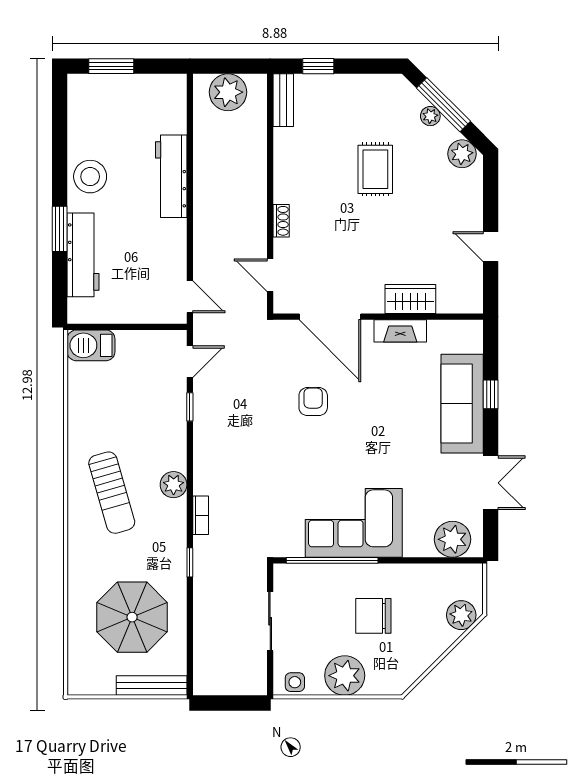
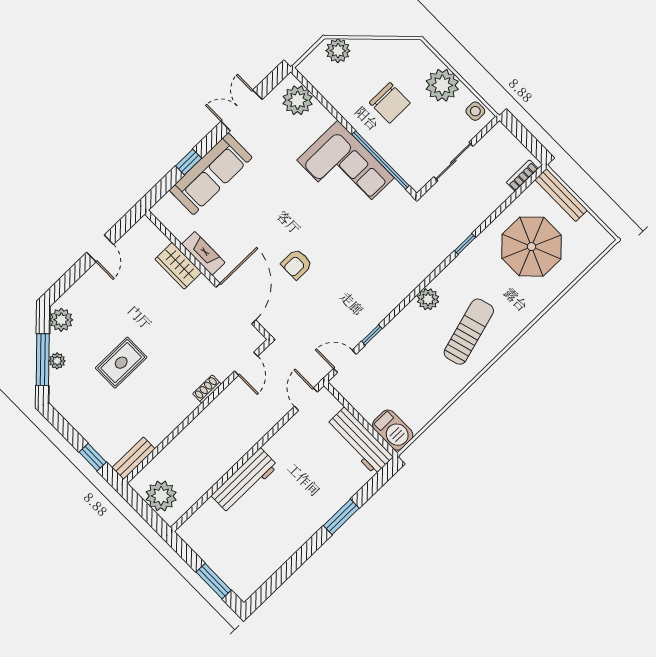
stool: (90, 177) -> (292, 529), removed
workbench: (83, 255) -> (360, 441), moved, turned -90
bookcase: (201, 515) -> (522, 176), moved

